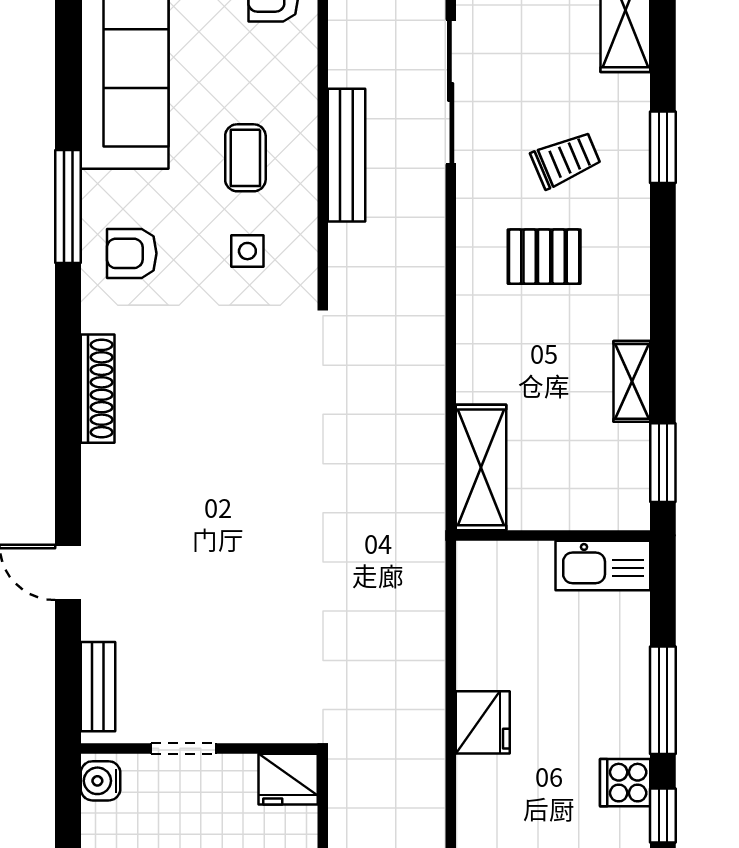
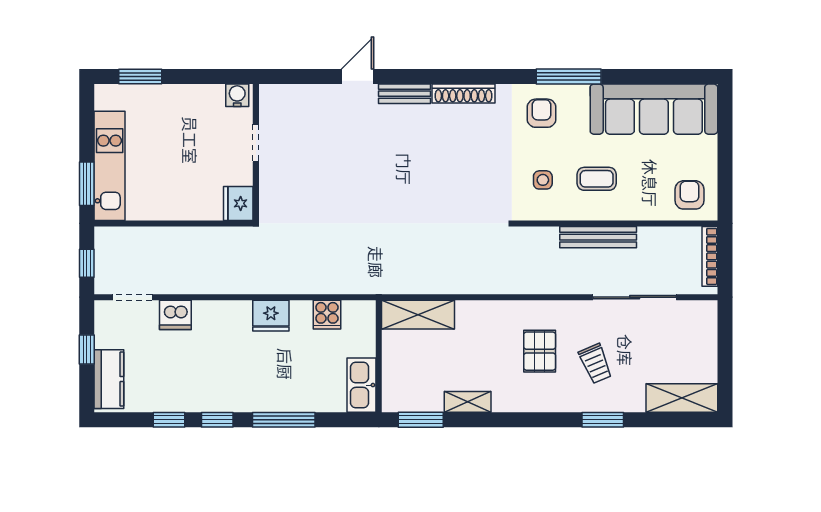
bench: (98, 687) -> (404, 94), moved
cooker: (625, 783) -> (327, 315), moved, turned 180

